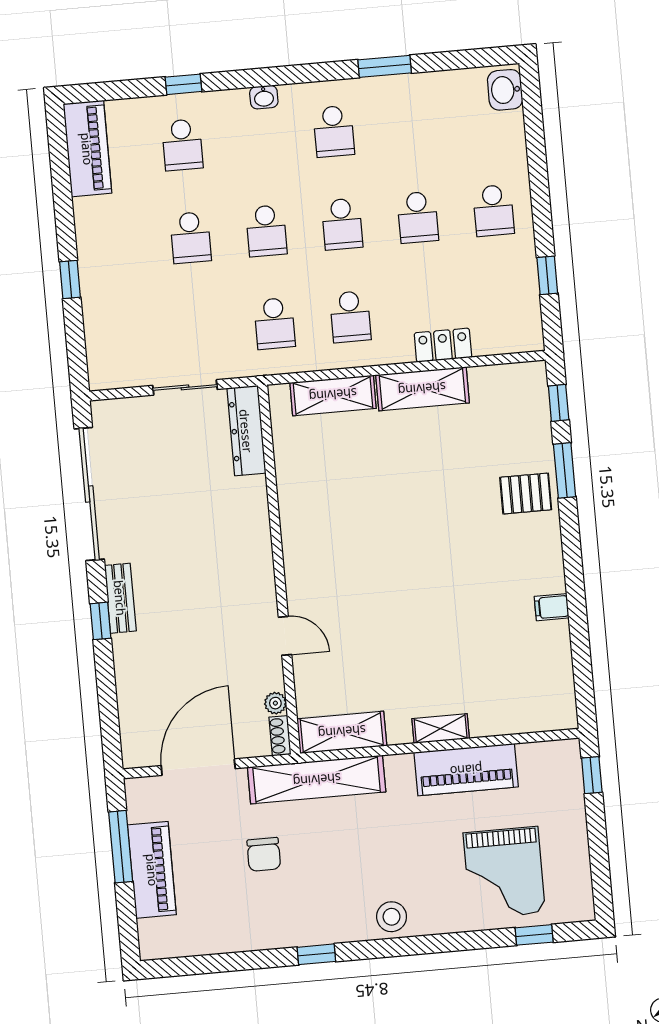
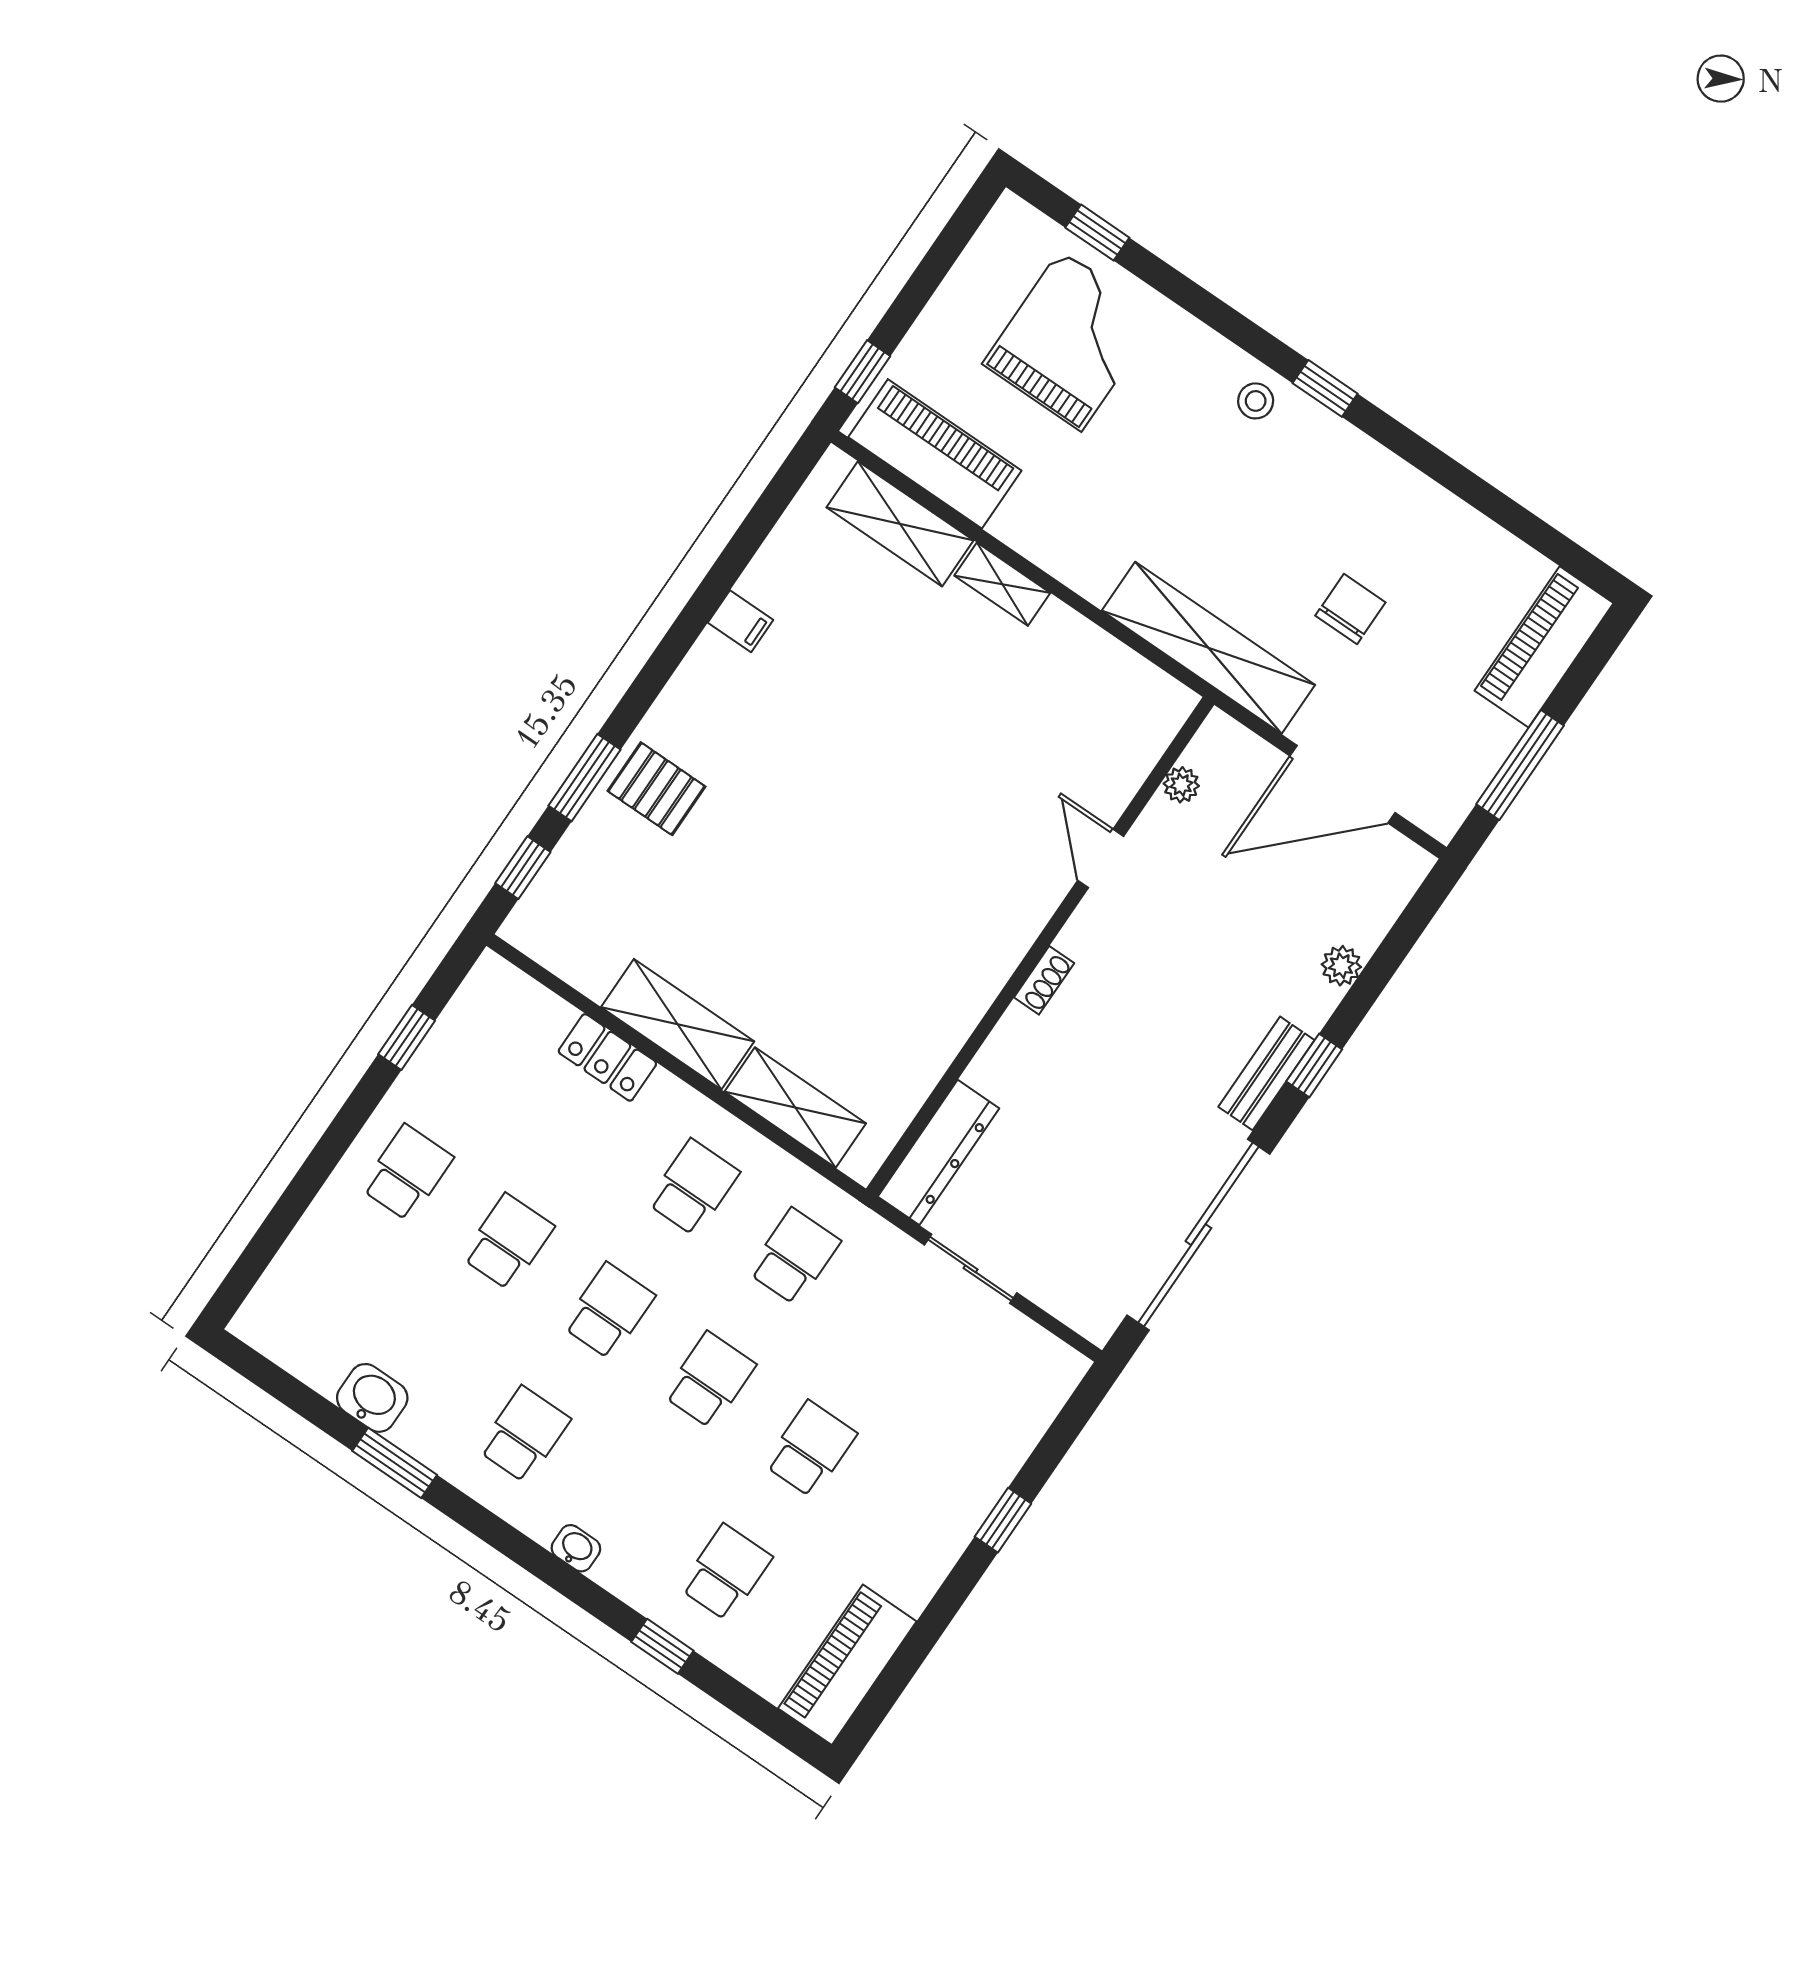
washbasin: (505, 90) -> (372, 1398), moved, turned -90
plant: (127, 680) -> (1341, 966), added
shelving: (342, 732) -> (900, 524), moved
shoe rack: (280, 736) -> (1044, 980), moved
piano: (466, 770) -> (935, 454), moved
piano: (152, 870) -> (1544, 647), moved
stool: (392, 917) -> (1256, 401), width x0.73, depth x0.73
window: (316, 954) -> (1325, 388), moved

